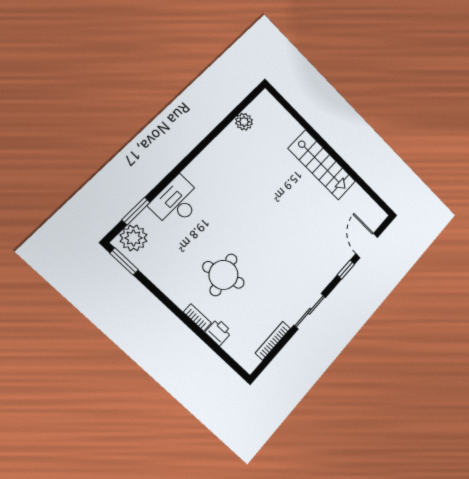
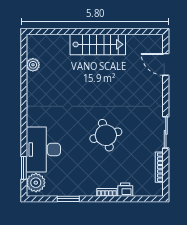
desk: (176, 202) -> (43, 149), width x1.36, depth x1.30
window: (124, 261) -> (68, 199), moved
window: (346, 270) -> (166, 90), removed
round table: (223, 275) -> (106, 135), moved

